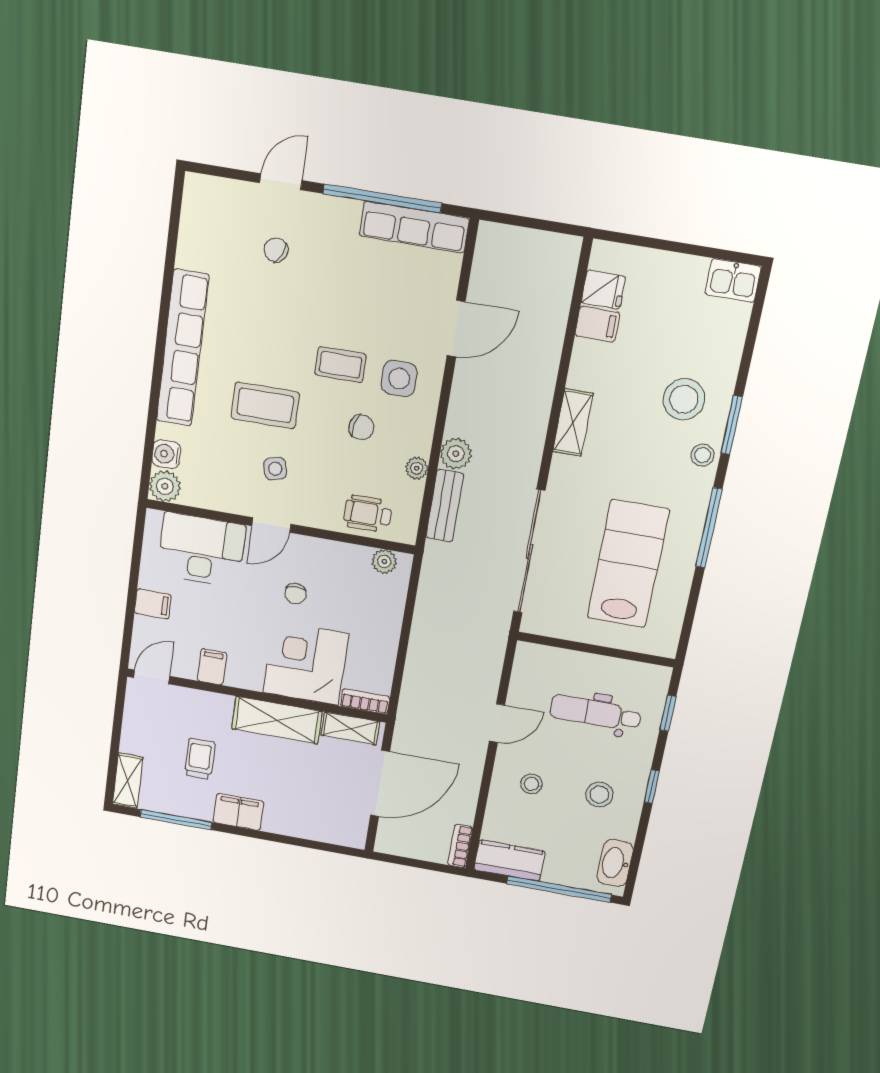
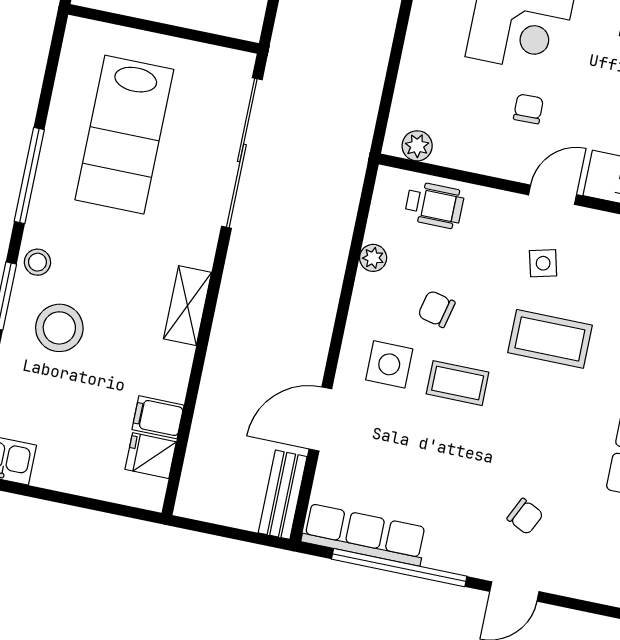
plant: (456, 454) -> (326, 274), removed
bench: (445, 506) -> (283, 495), moved

